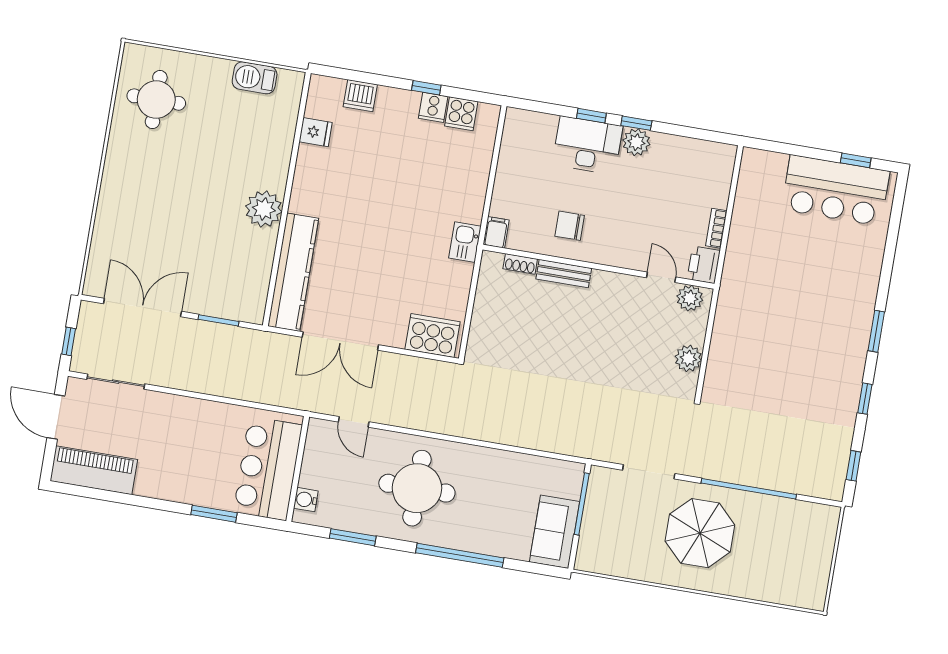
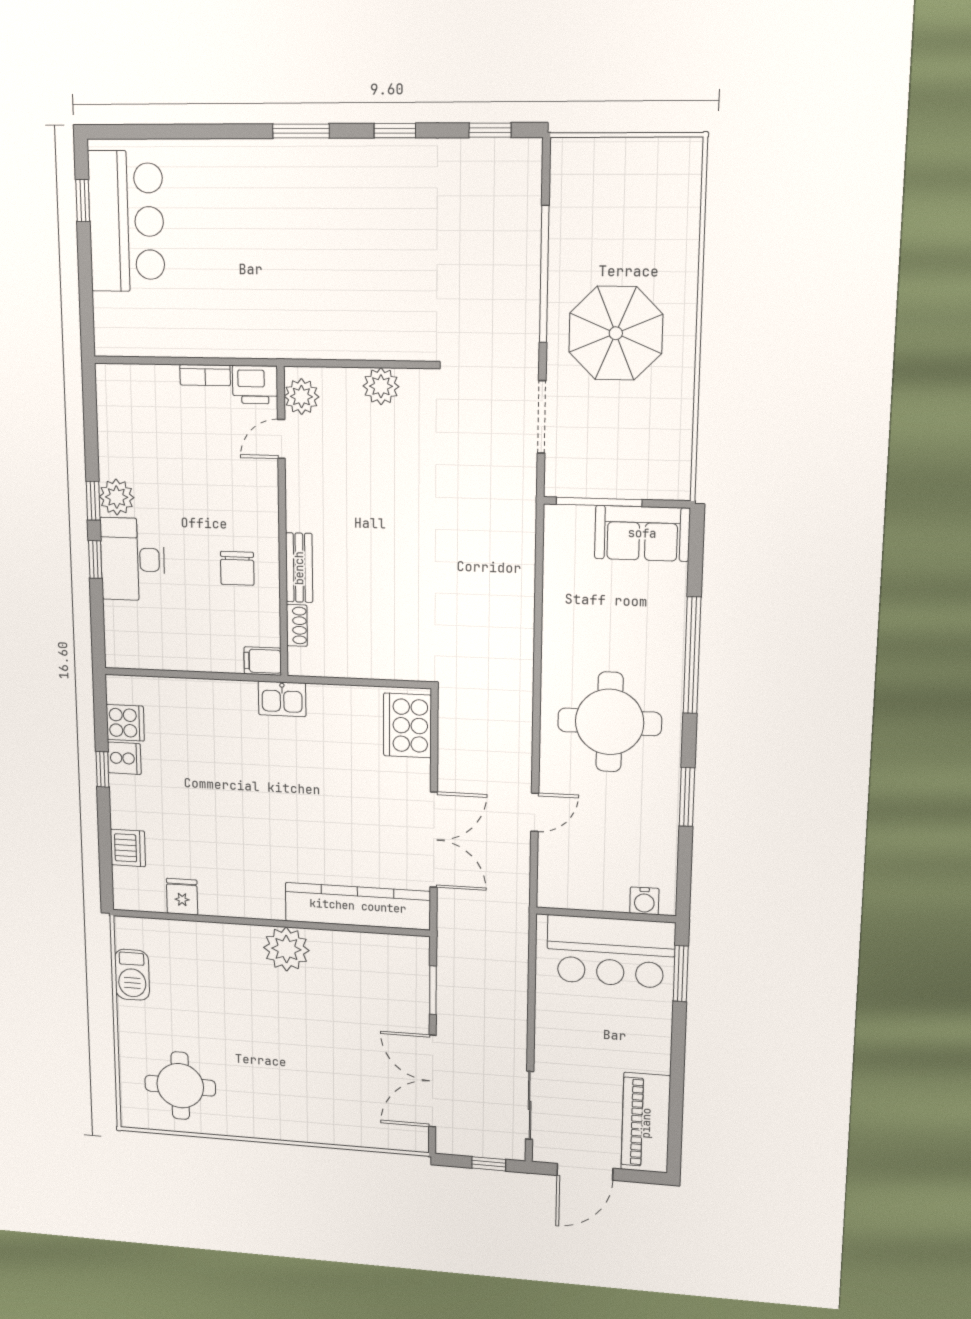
bar counter: (268, 468) -> (611, 952), moved
wall: (298, 469) -> (606, 915), moved
water cooler: (306, 500) -> (644, 901), moved

